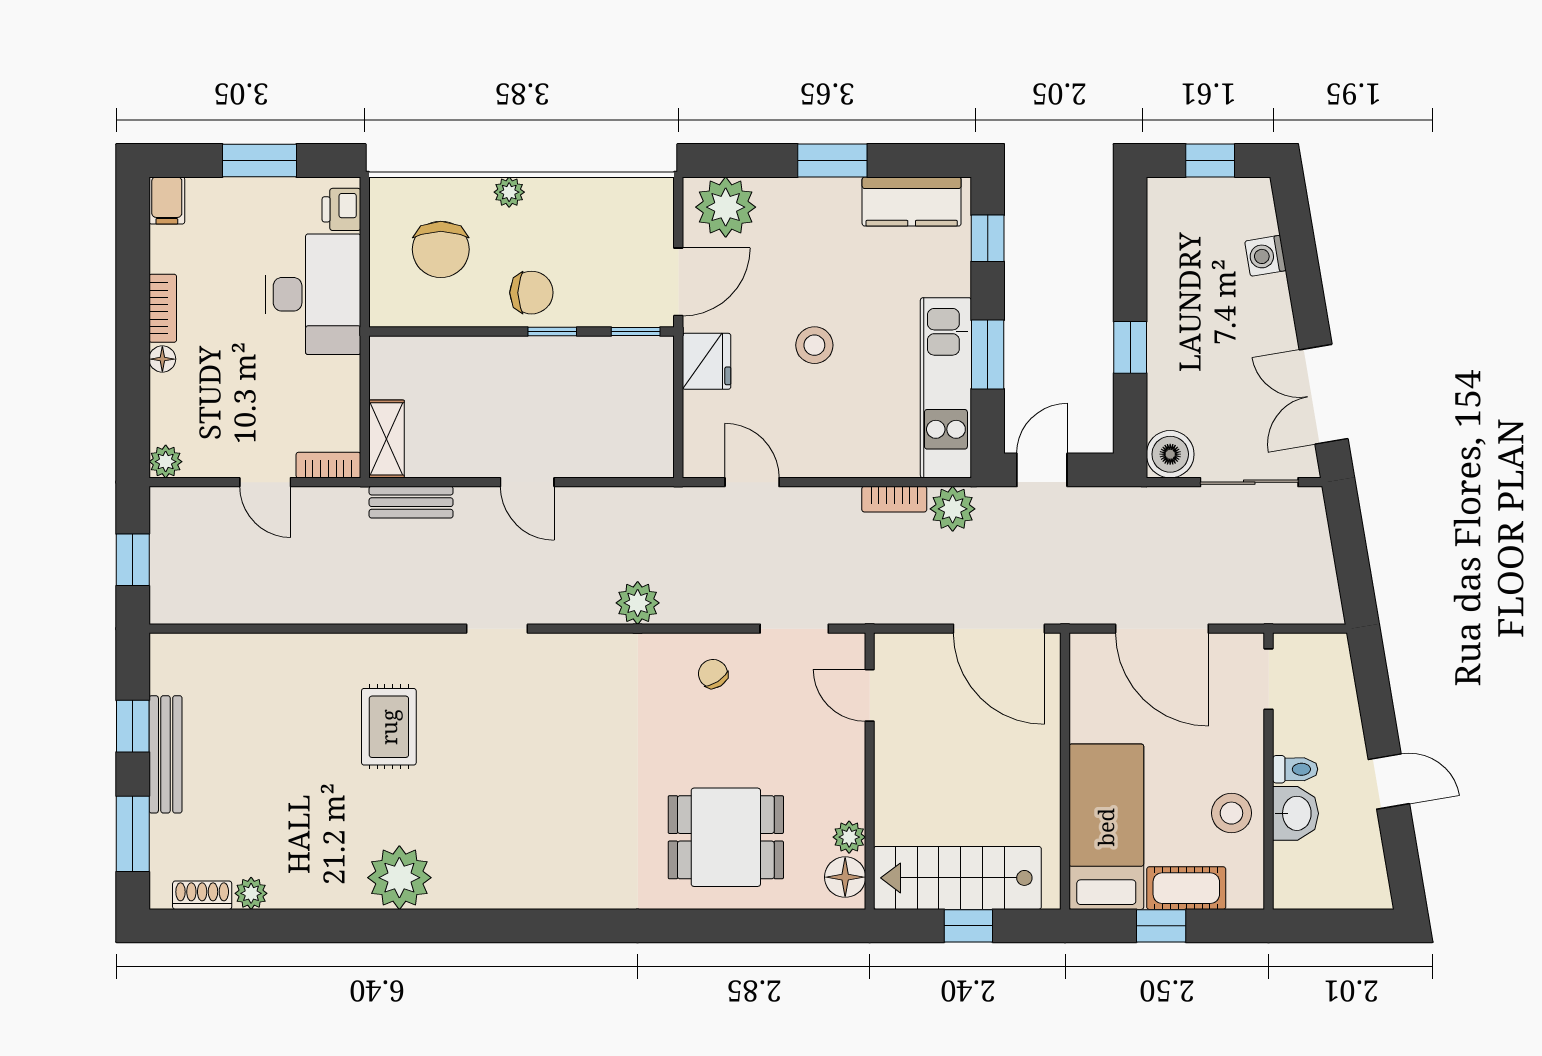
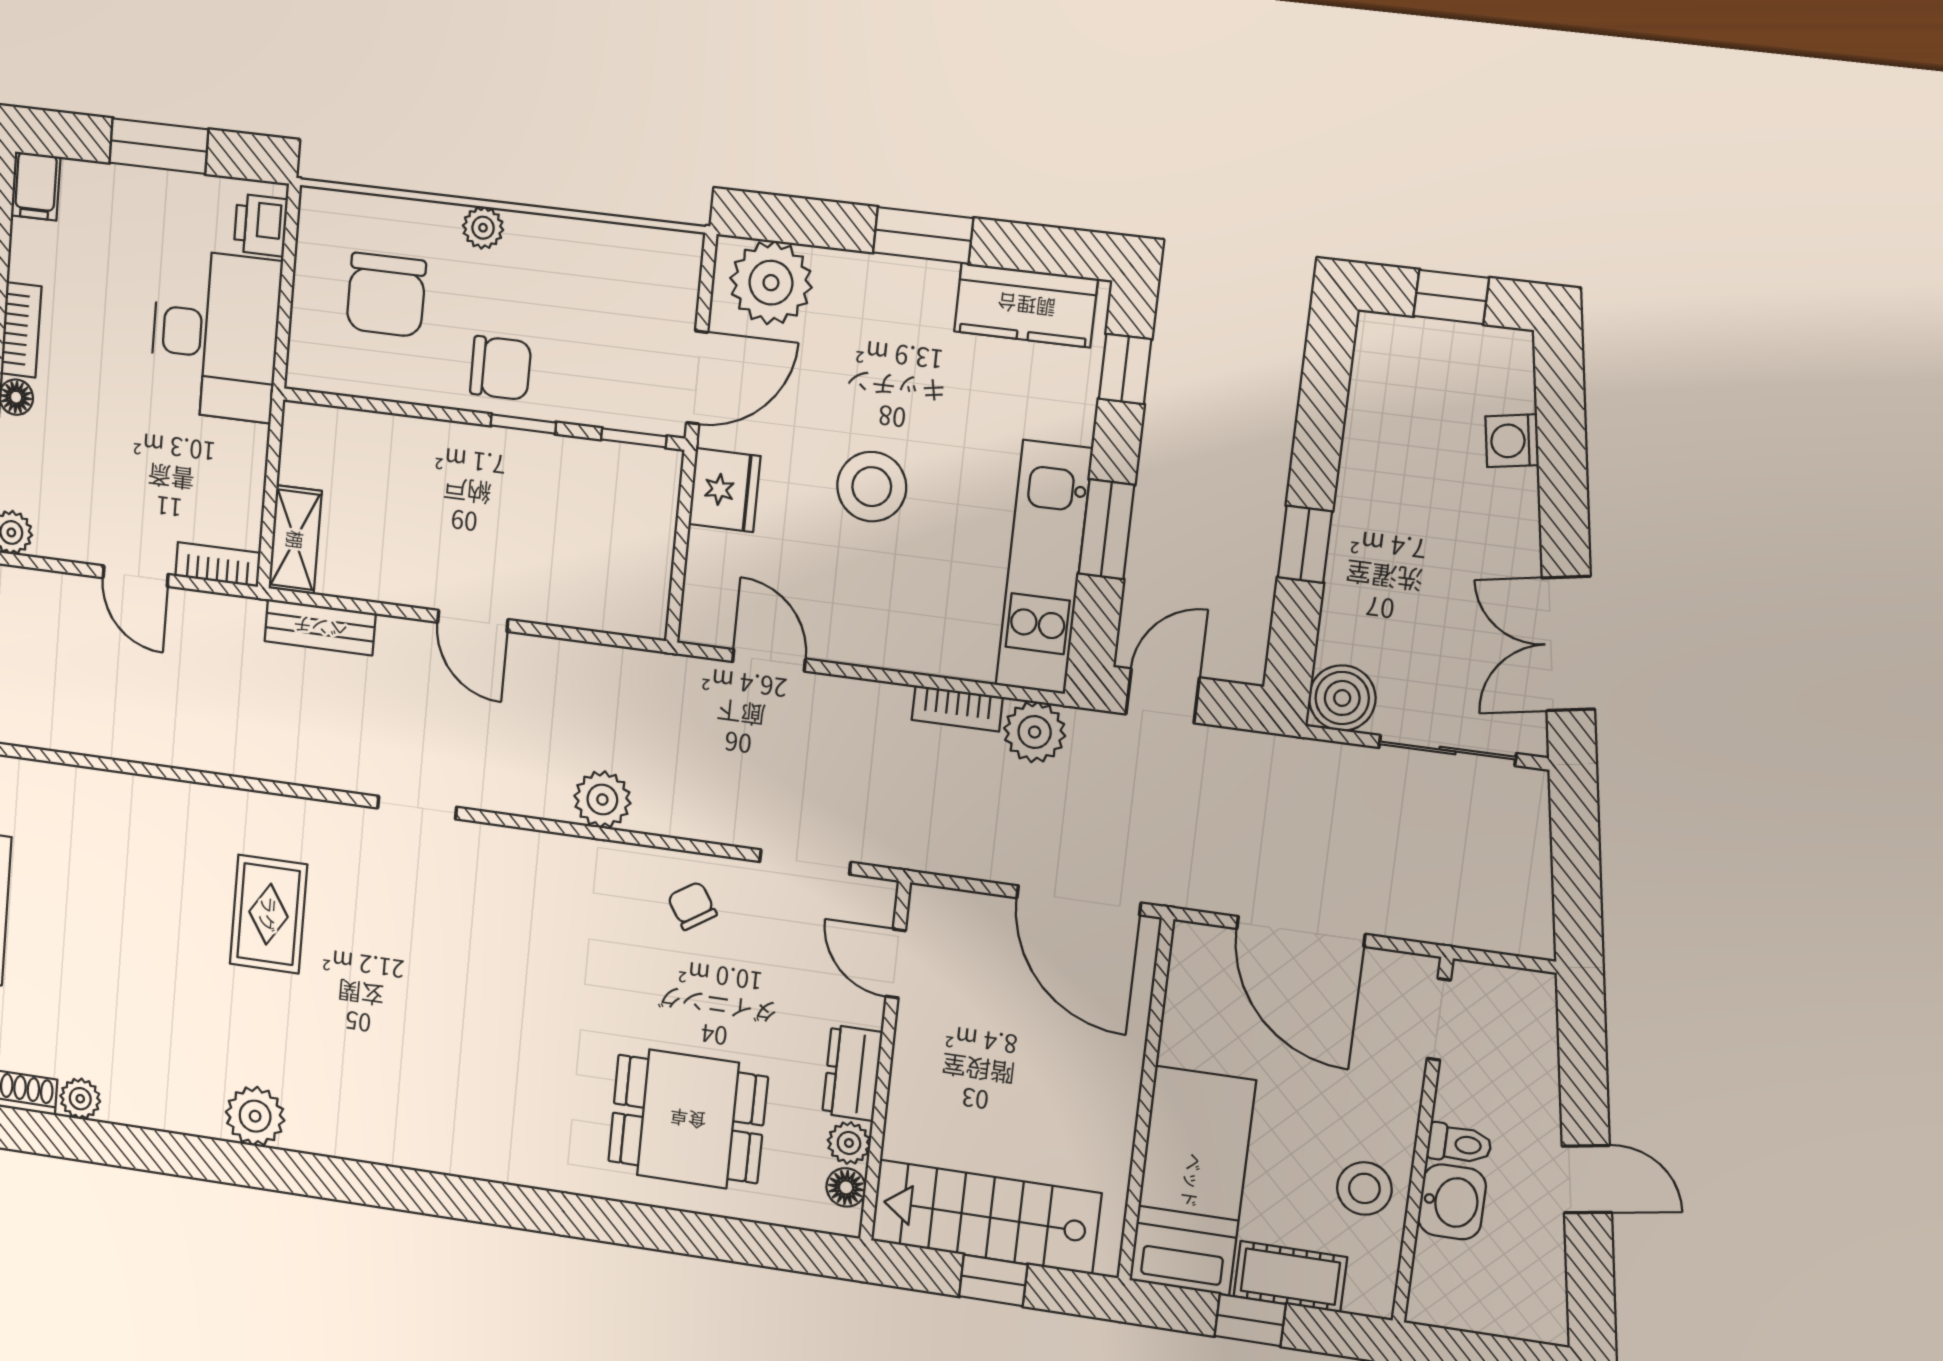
stool: (814, 345) -> (872, 487), width x1.38, depth x1.38
dresser: (846, 783) -> (852, 1073), added
floor lamp: (845, 877) -> (846, 1187), width x0.73, depth x0.73
plant: (399, 878) -> (255, 1116), width x0.73, depth x0.73

